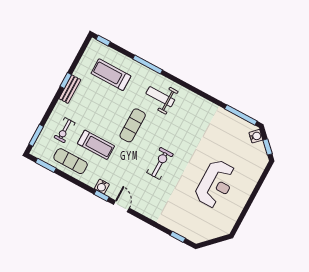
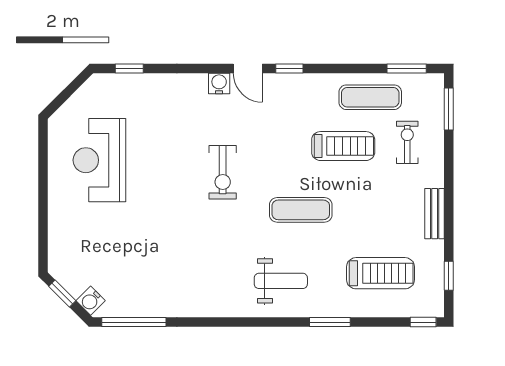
window: (148, 65) -> (330, 322), width x0.69
window: (66, 80) -> (449, 276), moved
exercise mat: (133, 125) -> (301, 210), turned 90
treadmill: (96, 145) -> (343, 146), turned 180
reception desk: (216, 184) -> (99, 160), moved
water cooler: (102, 186) -> (219, 84), moved

